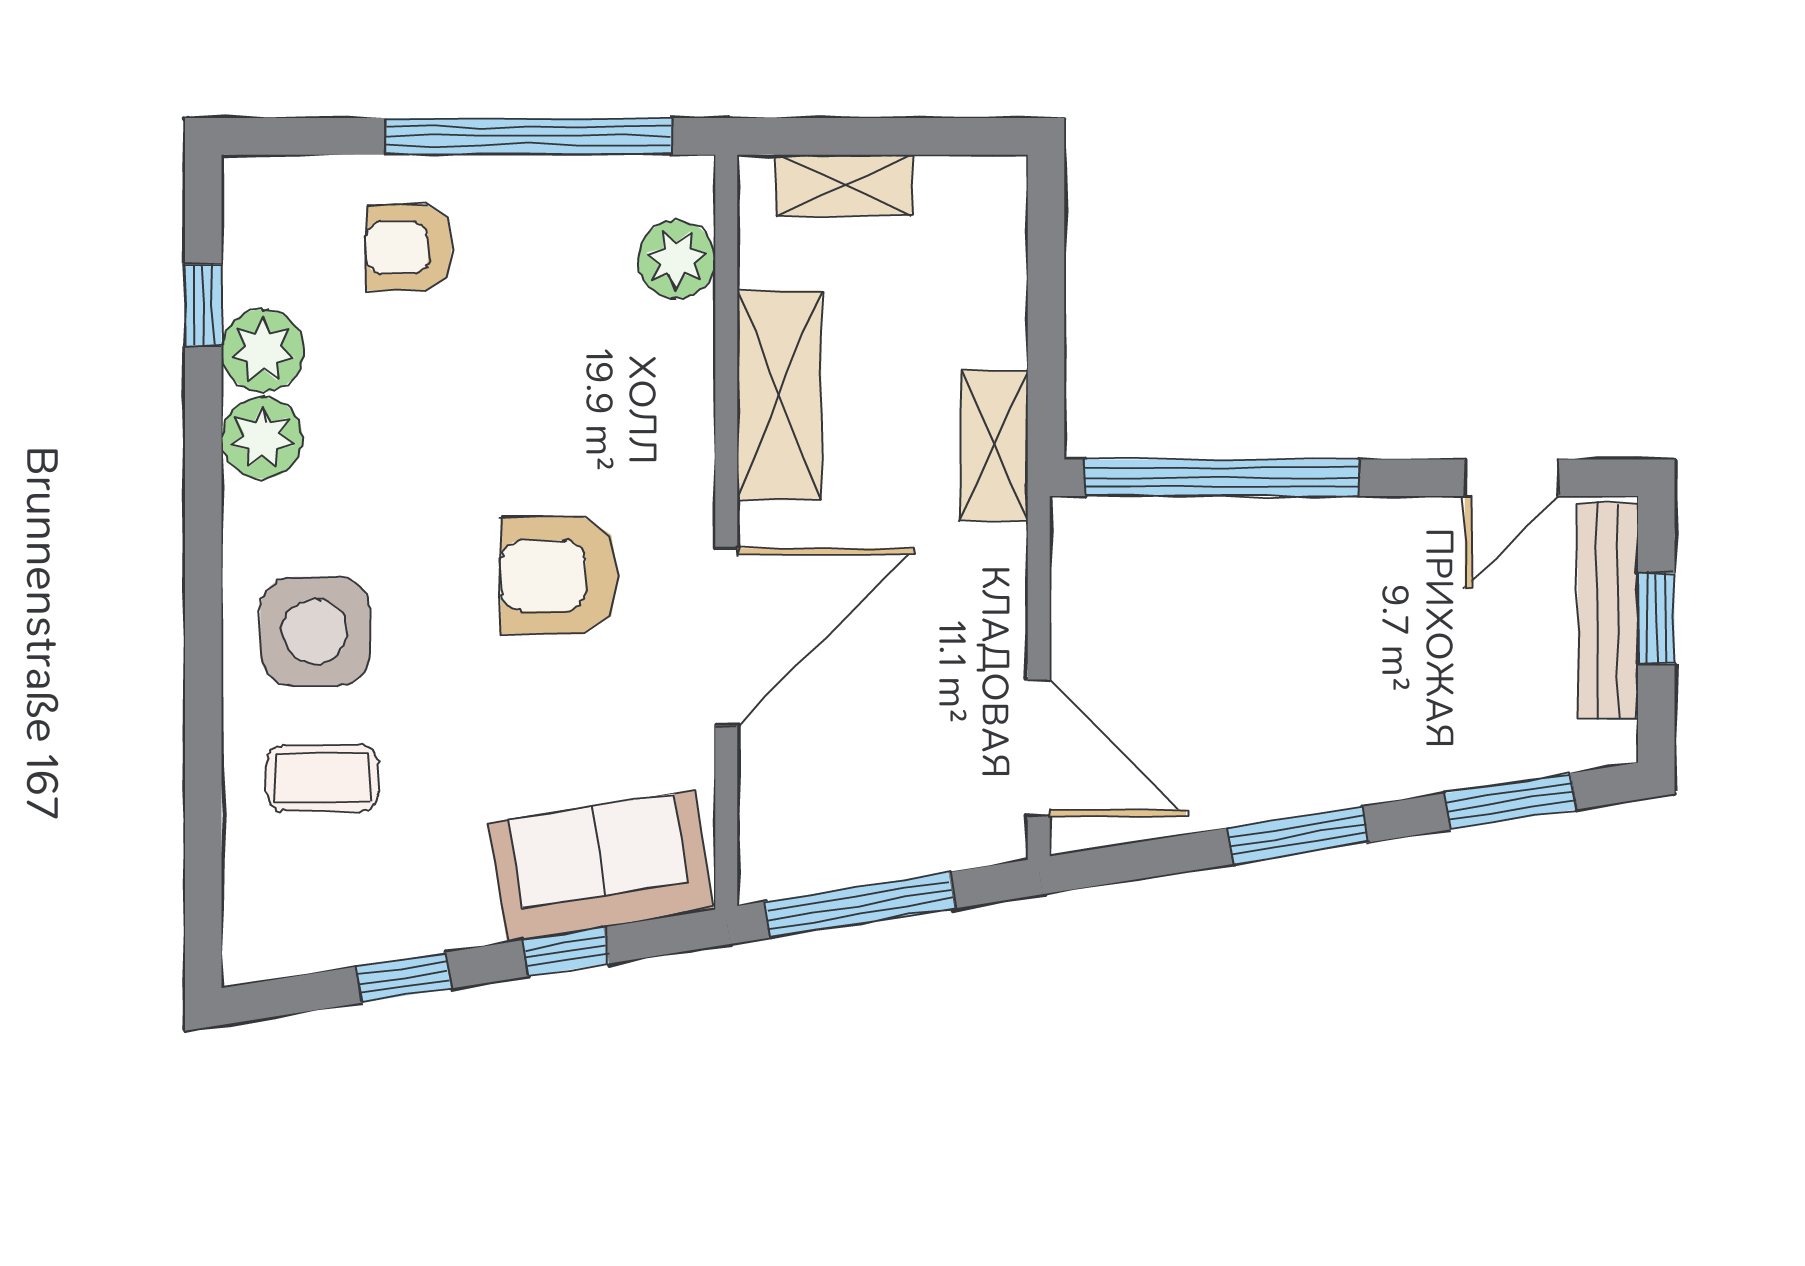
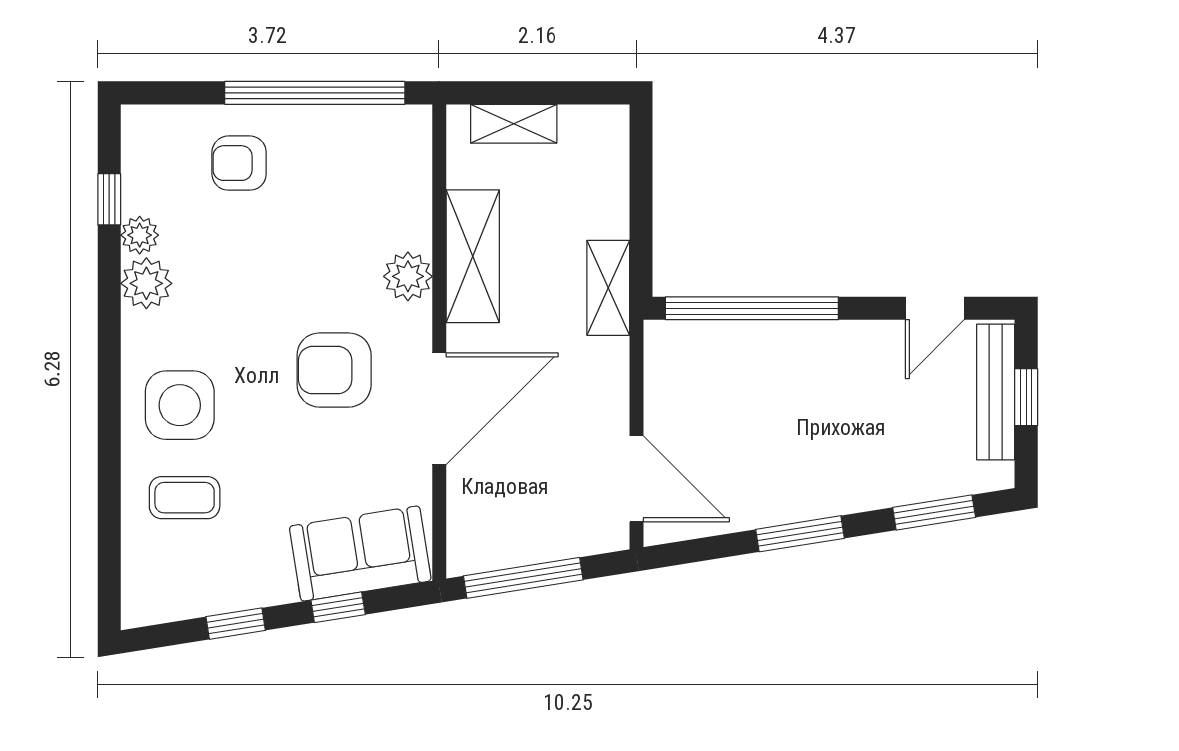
plant: (677, 259) -> (408, 276), moved
plant: (263, 351) -> (140, 235), width x0.73, depth x0.73

